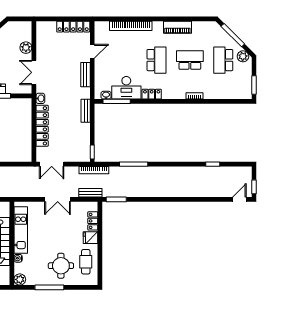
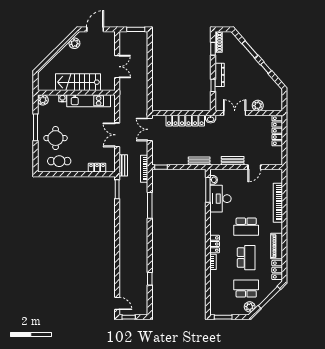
locker: (73, 27) -> (277, 131), moved
locker: (203, 27) -> (277, 270), added
door: (92, 51) -> (254, 167), hinge flipped
locker: (152, 94) -> (215, 244), moved
fridge: (91, 238) -> (82, 166), removed

